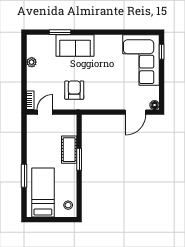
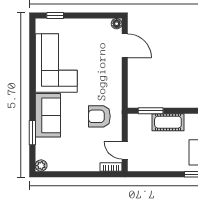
corner sofa: (141, 60) -> (56, 63), moved, turned -90
plant: (32, 62) -> (41, 166), moved
window: (79, 159) -> (151, 111), moved

